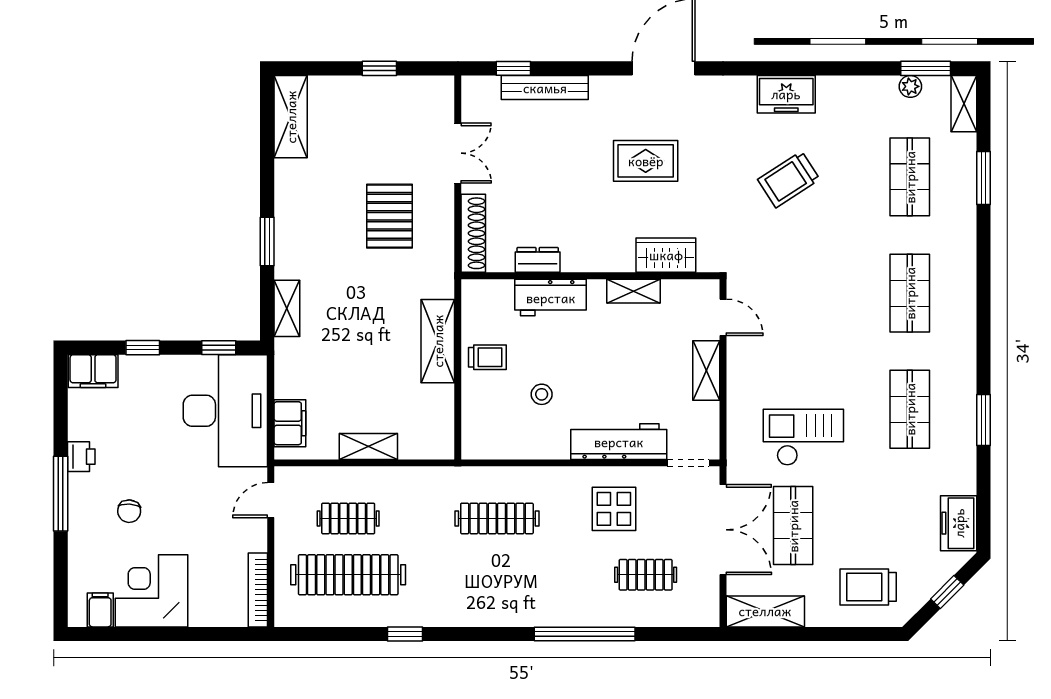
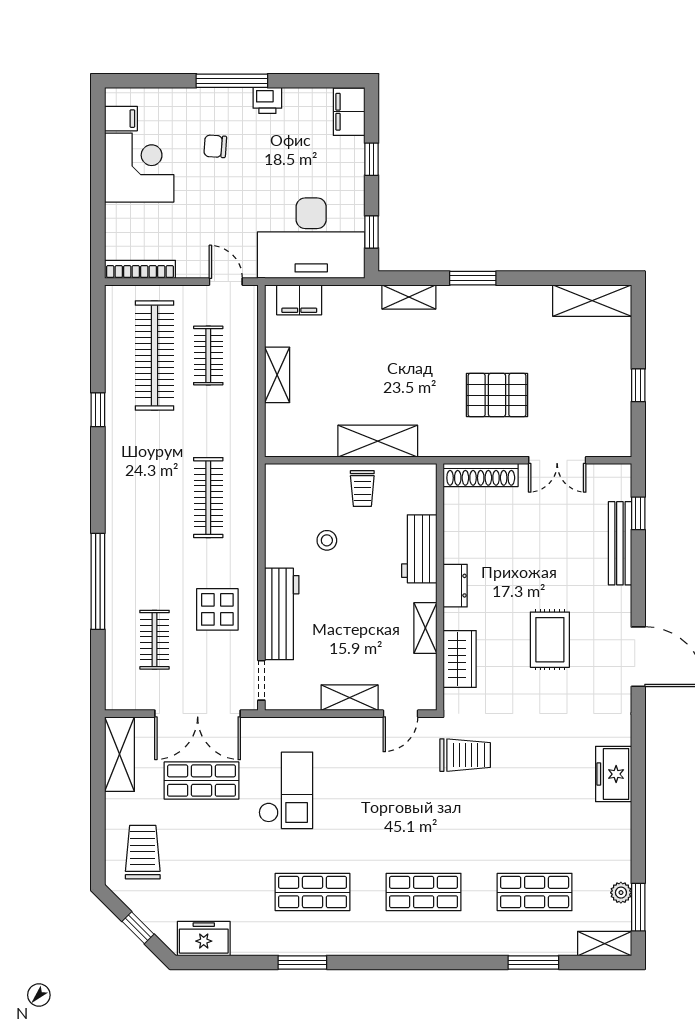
trolley: (789, 179) -> (465, 755), moved, turned 123
dresser: (538, 260) -> (455, 586), moved

